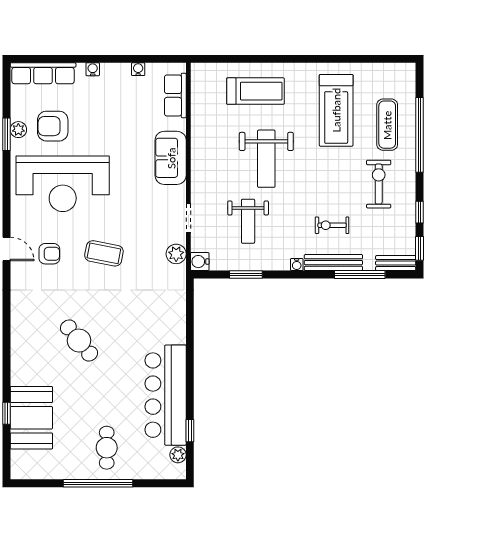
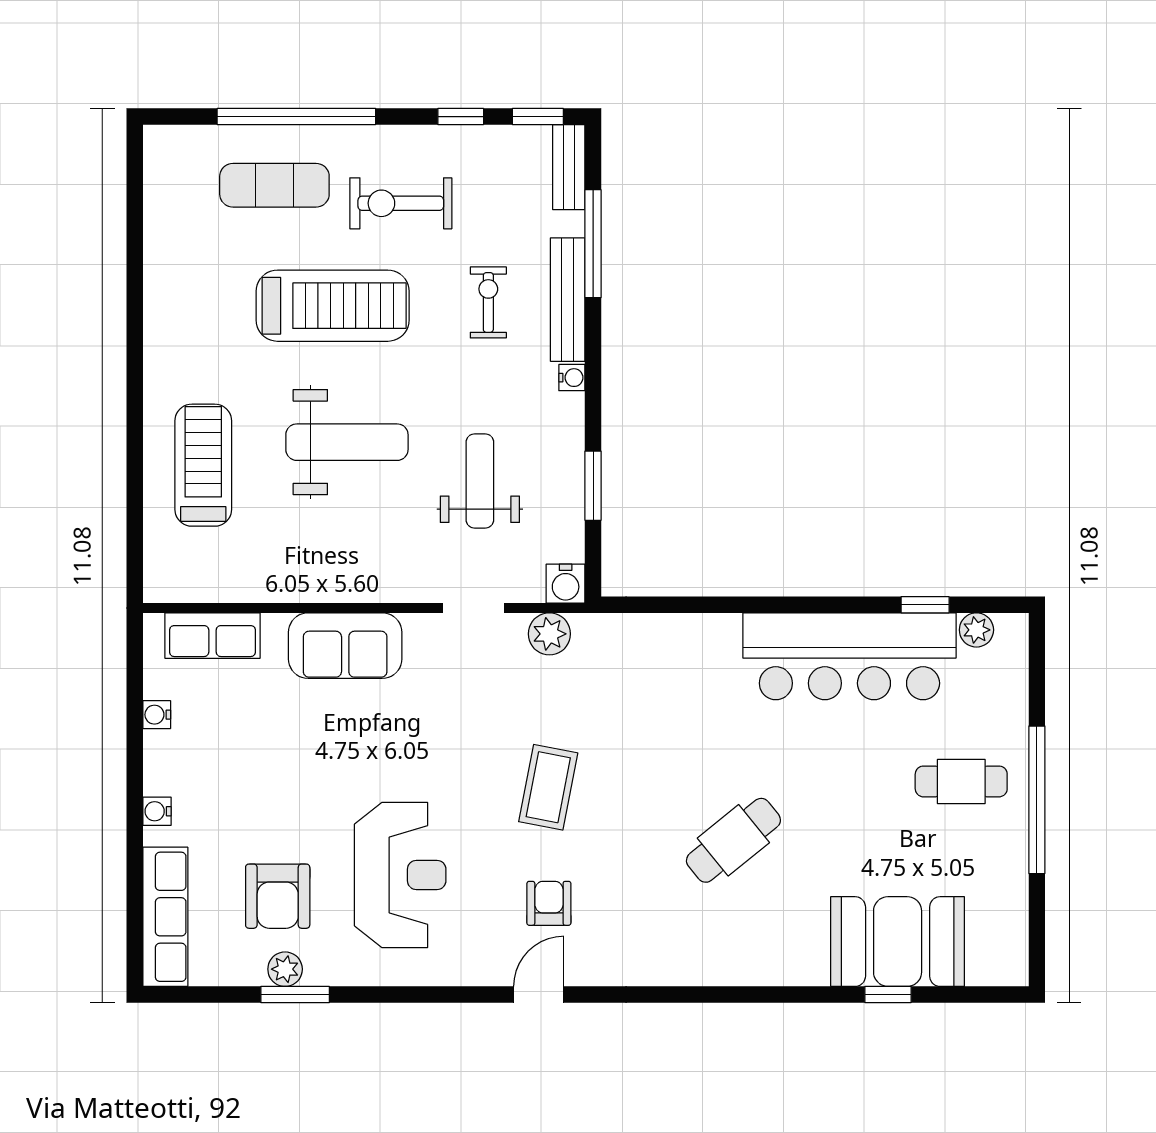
treadmill: (336, 110) -> (333, 306), moved
reception desk: (63, 184) -> (400, 875), width x0.74, depth x0.77
weight bench: (248, 221) -> (480, 481), turned -90
exercise bike: (332, 225) -> (488, 302), turned 180

